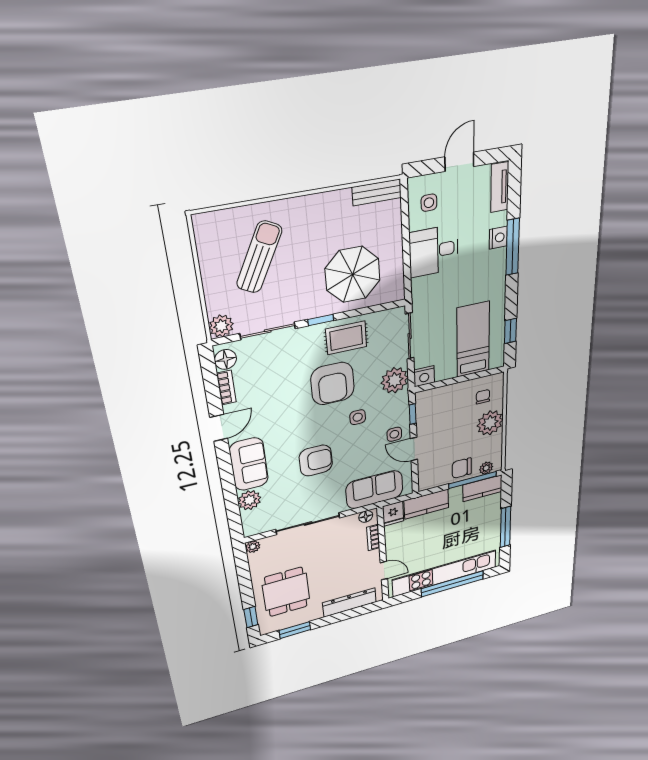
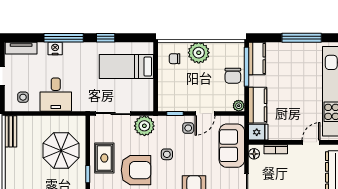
window: (511, 331) -> (106, 38), moved
nightstand: (424, 376) -> (147, 104), removed
plant: (486, 468) -> (239, 106), moved

